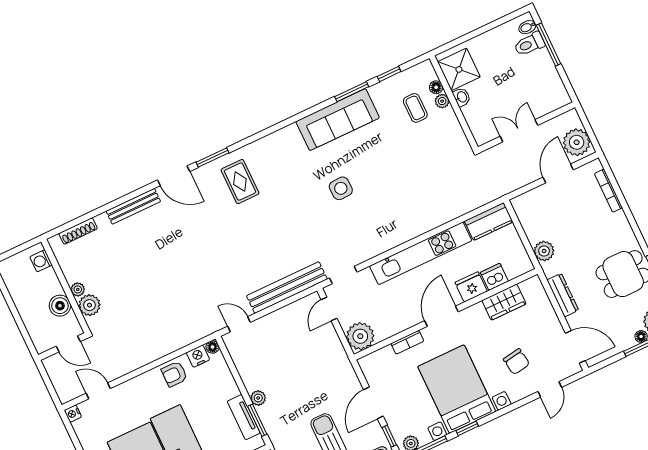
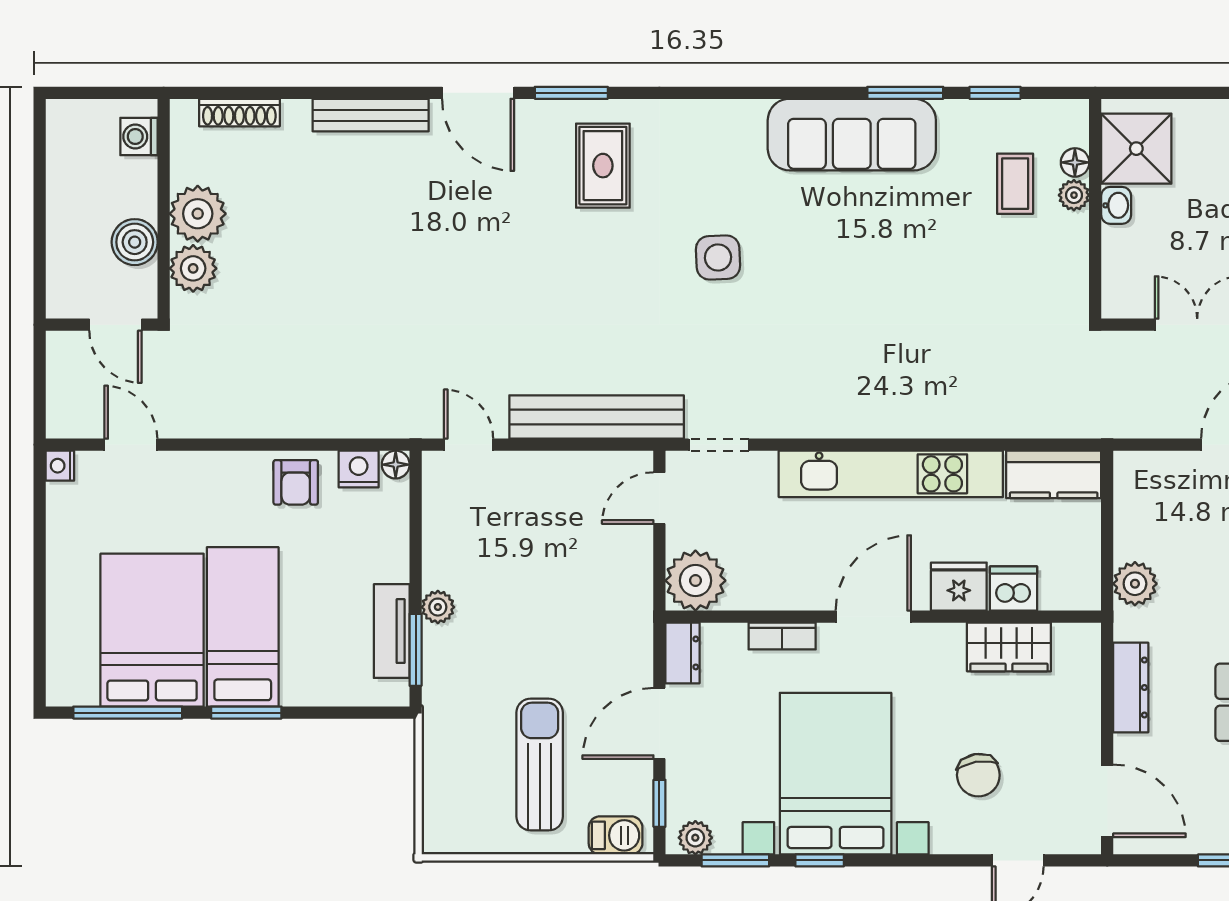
side table: (341, 188) -> (718, 257), moved
plant: (78, 289) -> (198, 214), width x1.87, depth x1.87
dresser: (369, 369) -> (682, 653), added
armchair: (174, 374) -> (296, 482), turned -90

